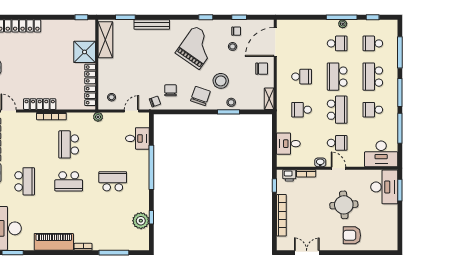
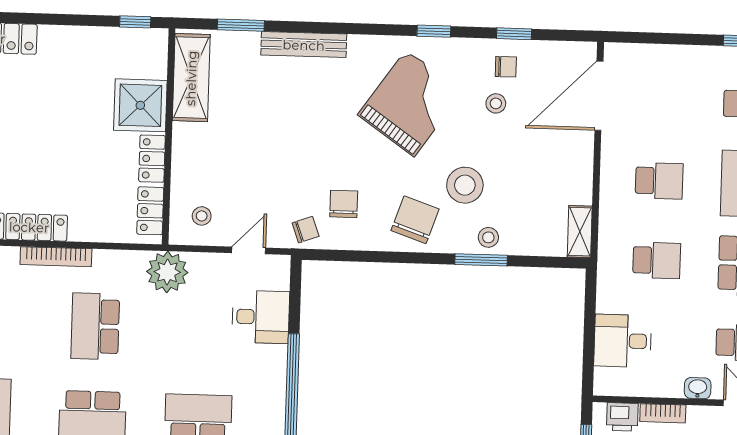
chair: (262, 69) -> (564, 159), removed
school desk: (302, 110) -> (657, 260), turned 180
plant: (98, 117) -> (167, 272), width x1.87, depth x1.87

